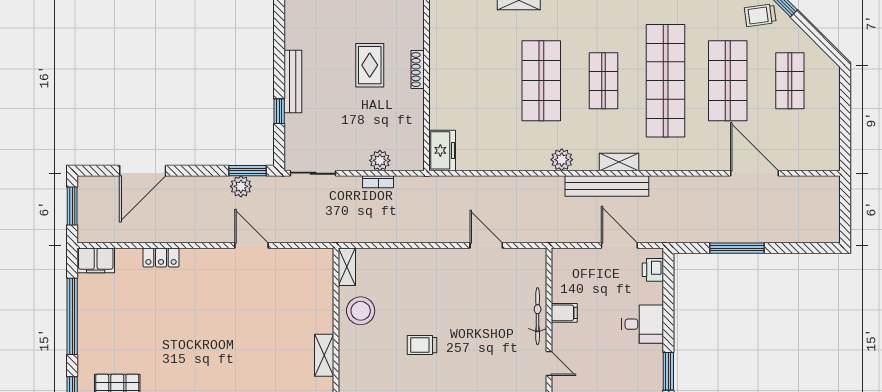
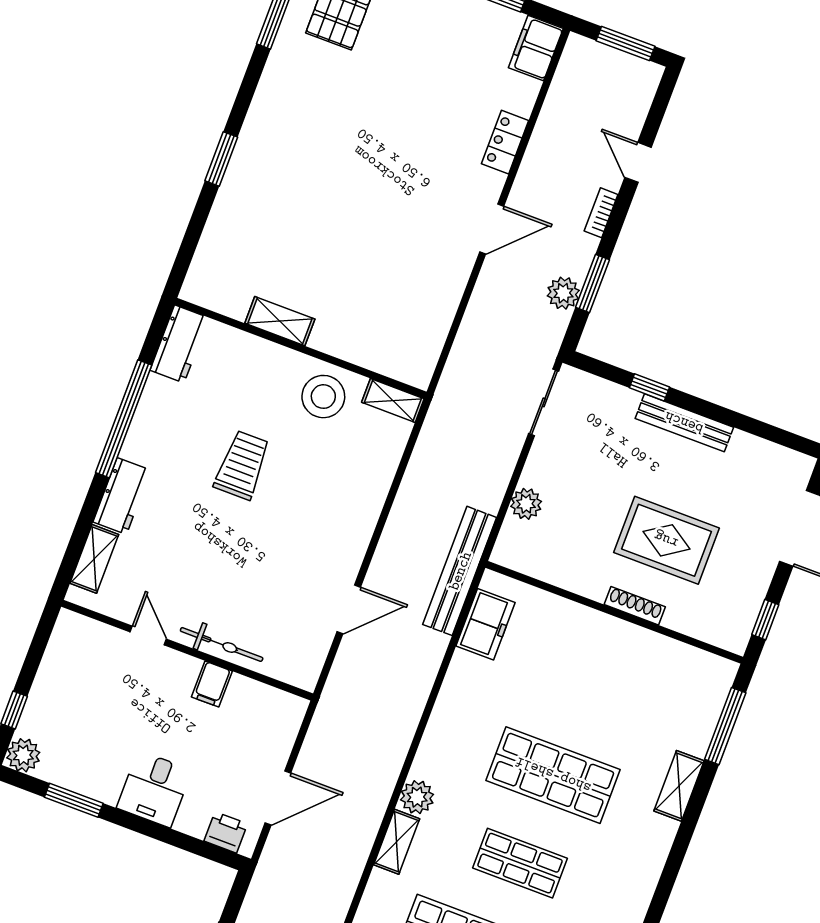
rug: (370, 65) -> (666, 540), width x1.36, depth x1.43
freezer: (442, 150) -> (486, 624), moved, turned -90
plant: (562, 160) -> (417, 797), moved
door: (143, 171) -> (638, 162), width x0.53
window: (248, 171) -> (593, 283), moved
bookcase: (378, 182) -> (601, 213), moved
bench: (607, 186) -> (460, 571), moved
door: (251, 246) -> (492, 229), moved
trolley: (422, 345) -> (242, 465), width x1.36, depth x1.39
door: (549, 364) -> (148, 636), swing flipped

